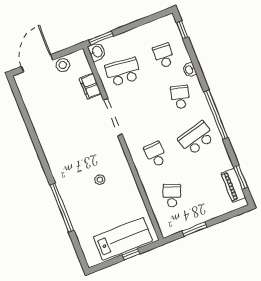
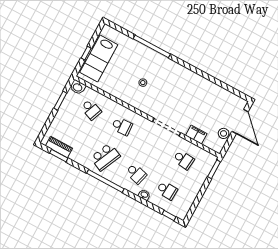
washbasin: (97, 52) -> (78, 87), moved
school desk: (123, 72) -> (184, 160), width x0.54
school desk: (196, 138) -> (105, 157), turned 39

